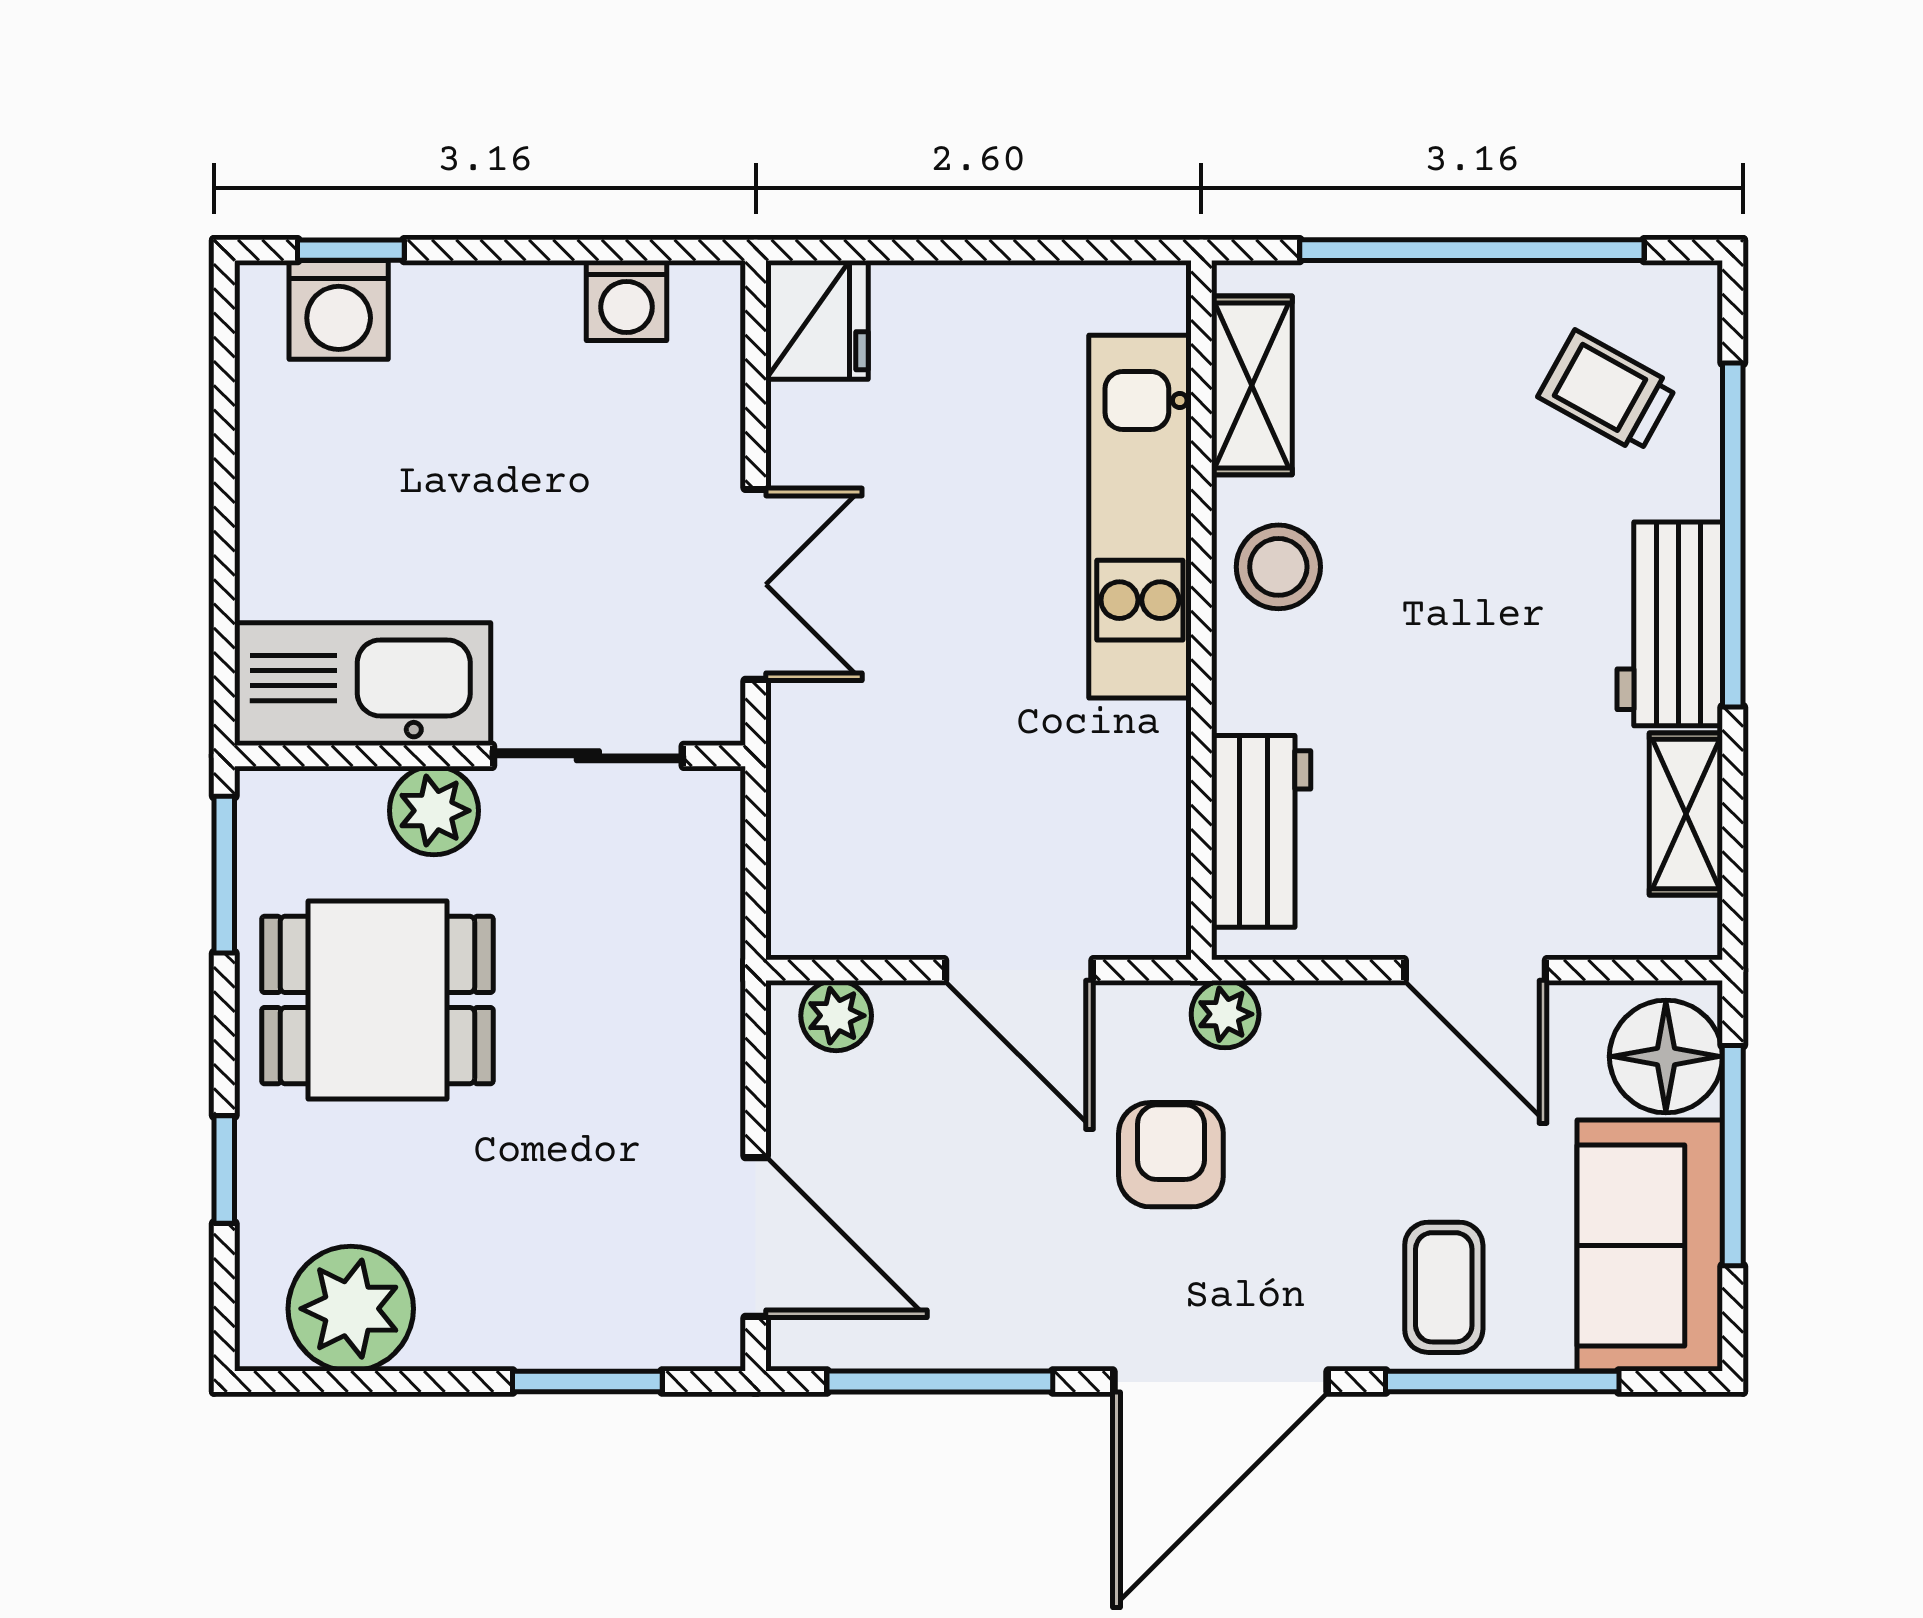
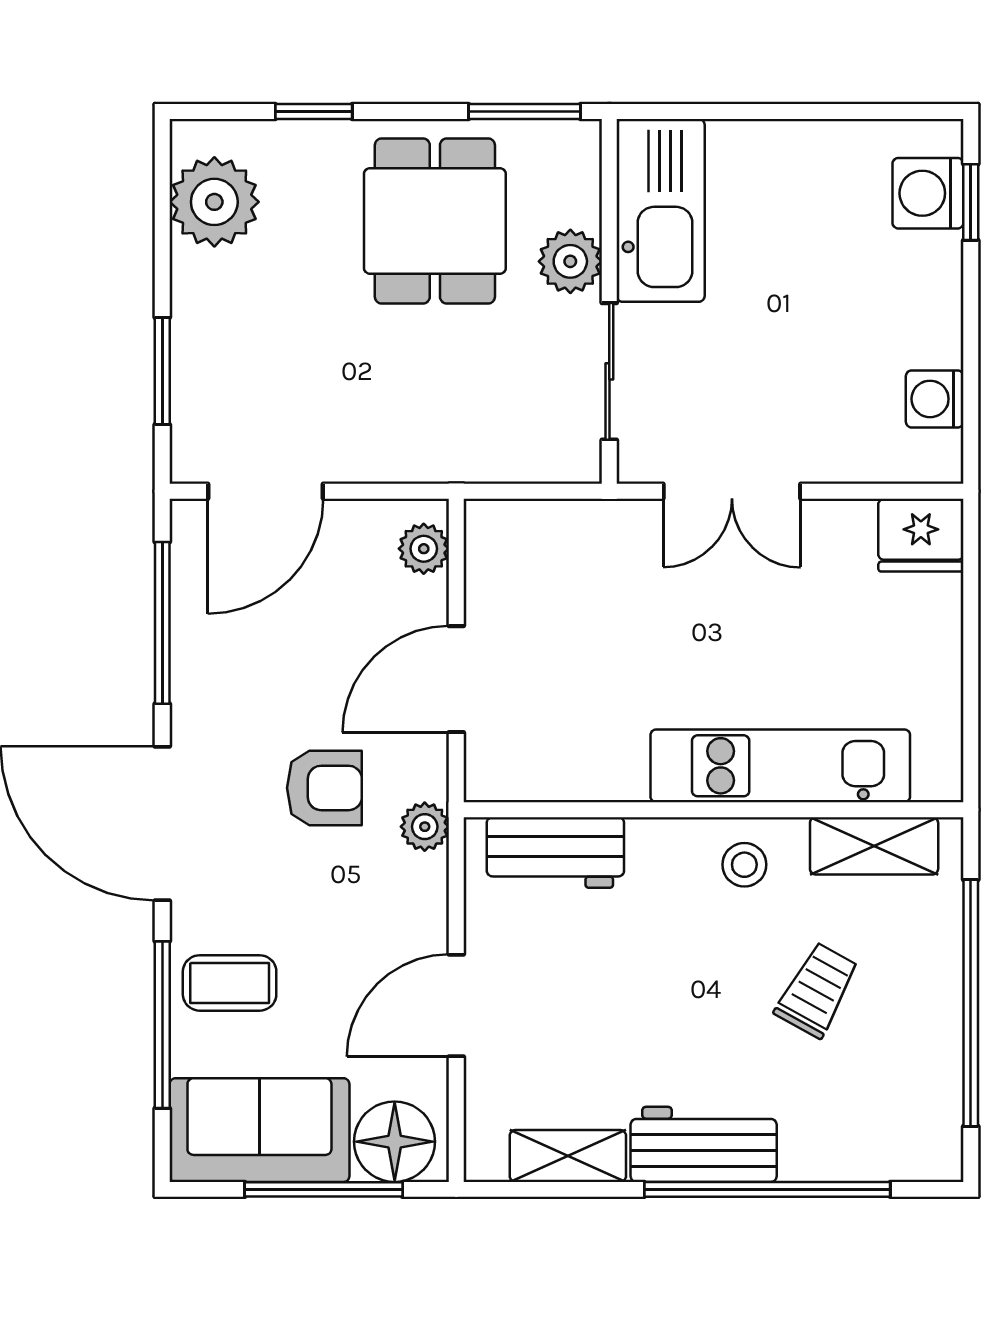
trolley: (1607, 391) -> (817, 990), moved
stool: (1278, 567) -> (744, 865), width x0.73, depth x0.73

